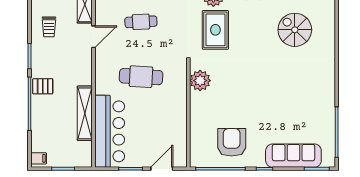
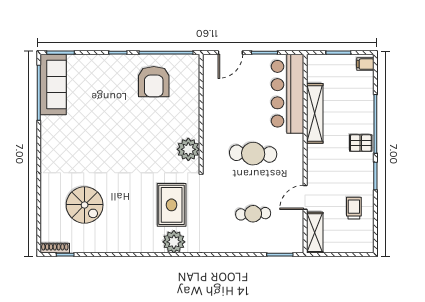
sofa: (293, 156) -> (53, 85), moved, turned -90

